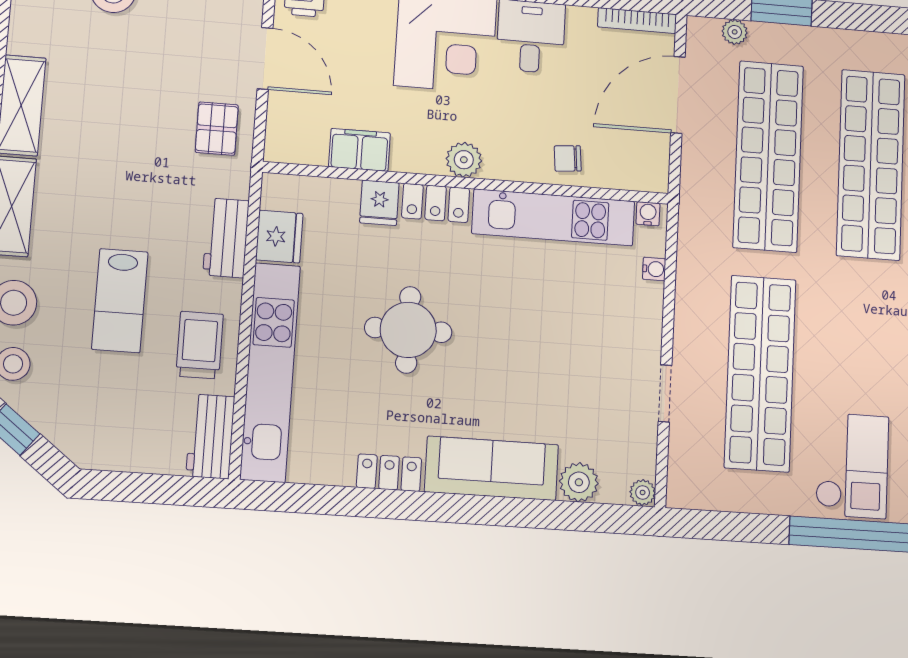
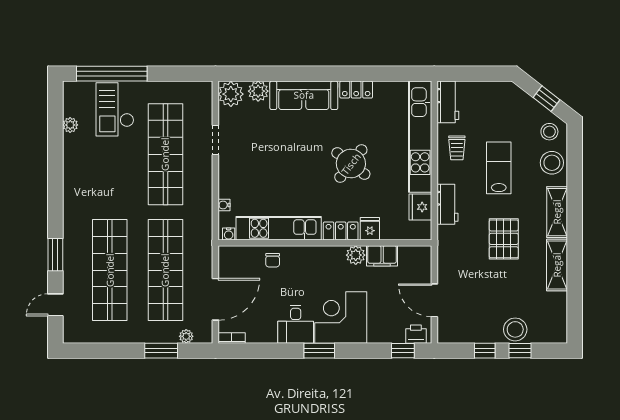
bookcase: (637, 21) -> (232, 338), width x0.64
pallet: (217, 129) -> (504, 239), moved, width x1.50, depth x1.42
chair: (568, 158) -> (273, 260), turned 95
plant: (464, 160) -> (356, 255), moved
round table: (408, 330) -> (351, 164), turned 38
trolley: (200, 345) -> (457, 148), width x0.73, depth x0.72
plant: (643, 492) -> (231, 94), width x1.88, depth x1.88

